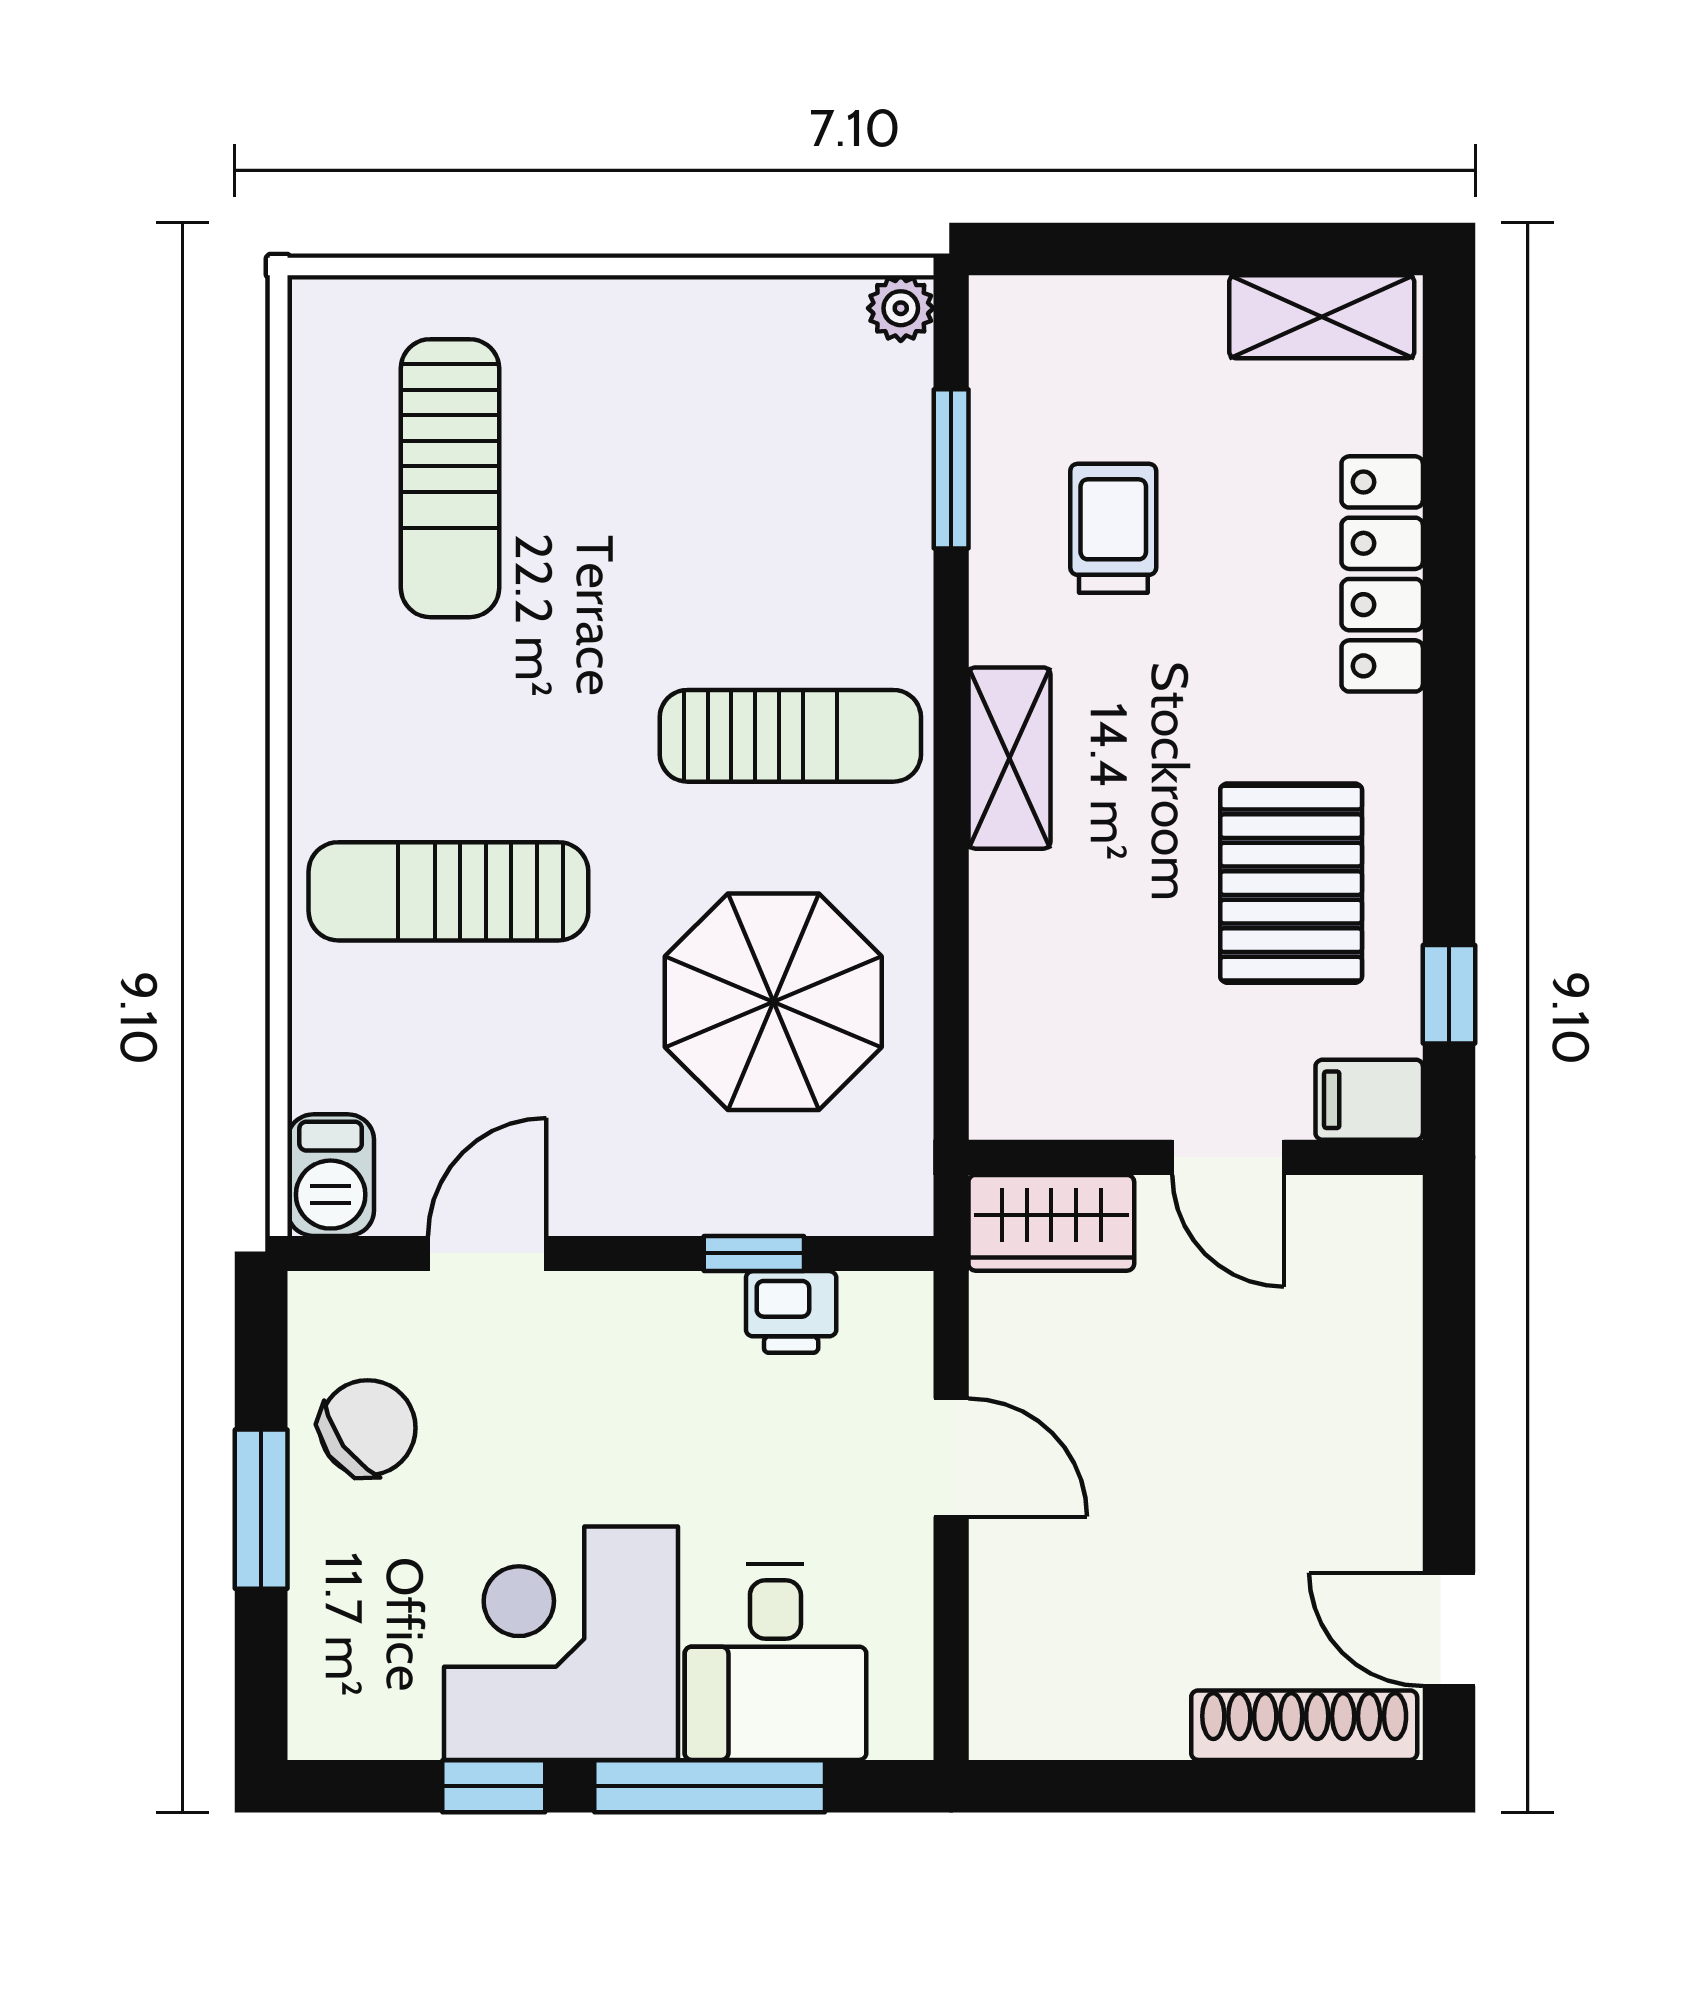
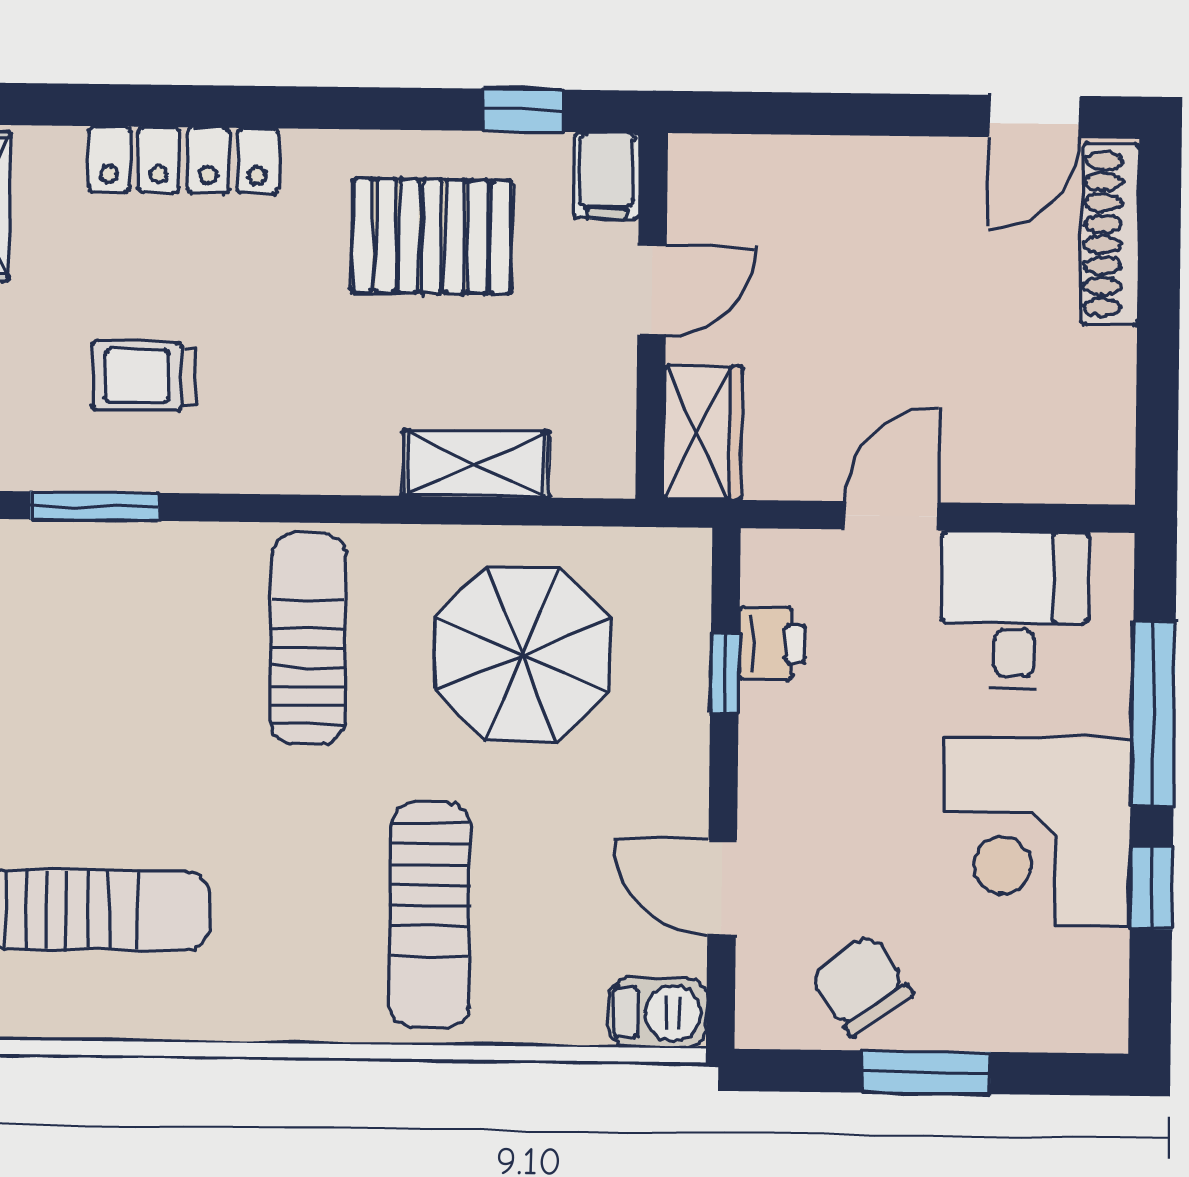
shelving: (1009, 758) -> (476, 464), moved
desk: (775, 1662) -> (1014, 610), moved, turned -90

